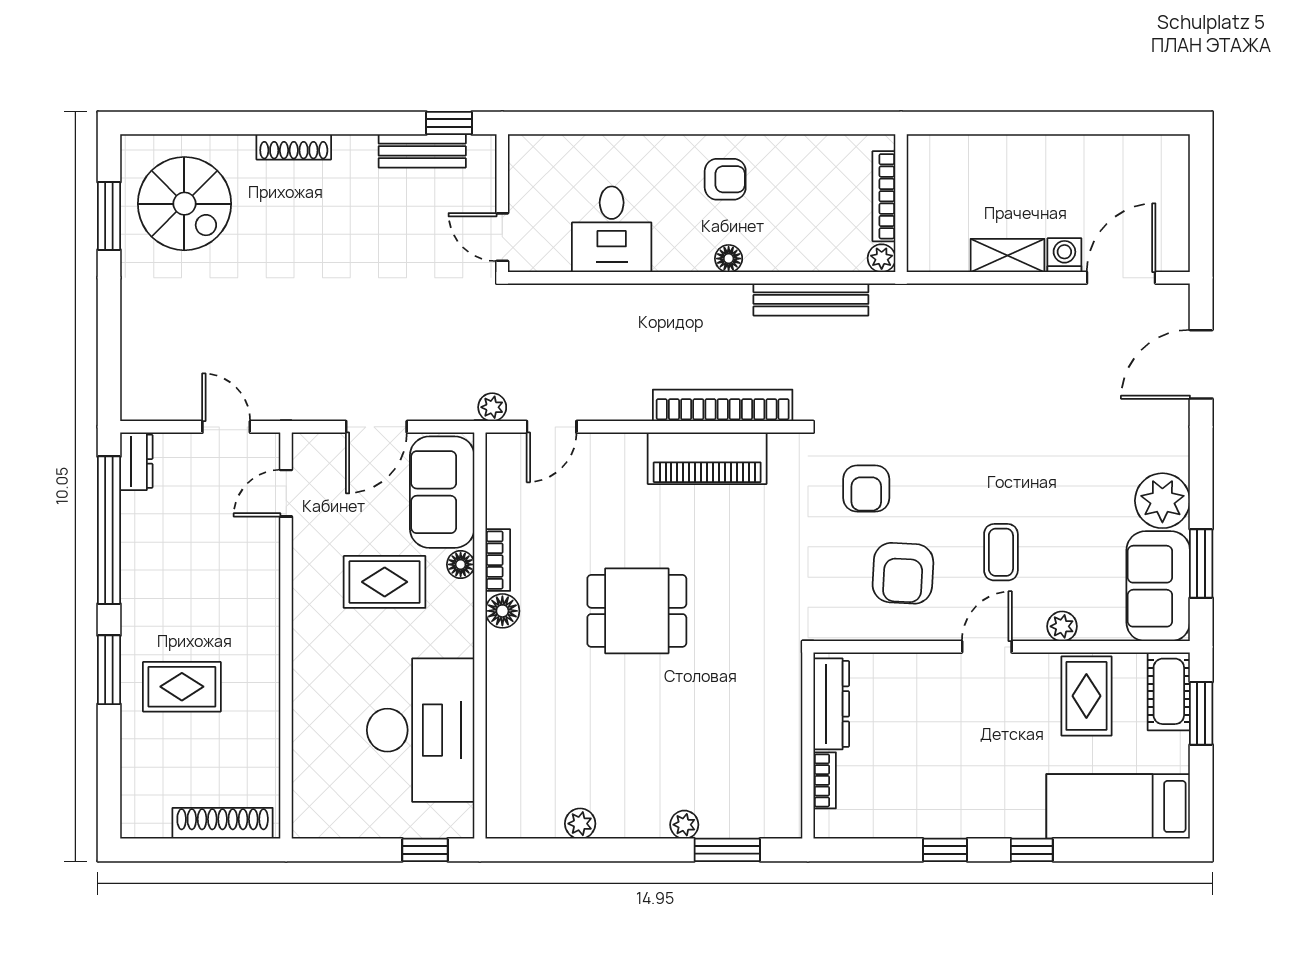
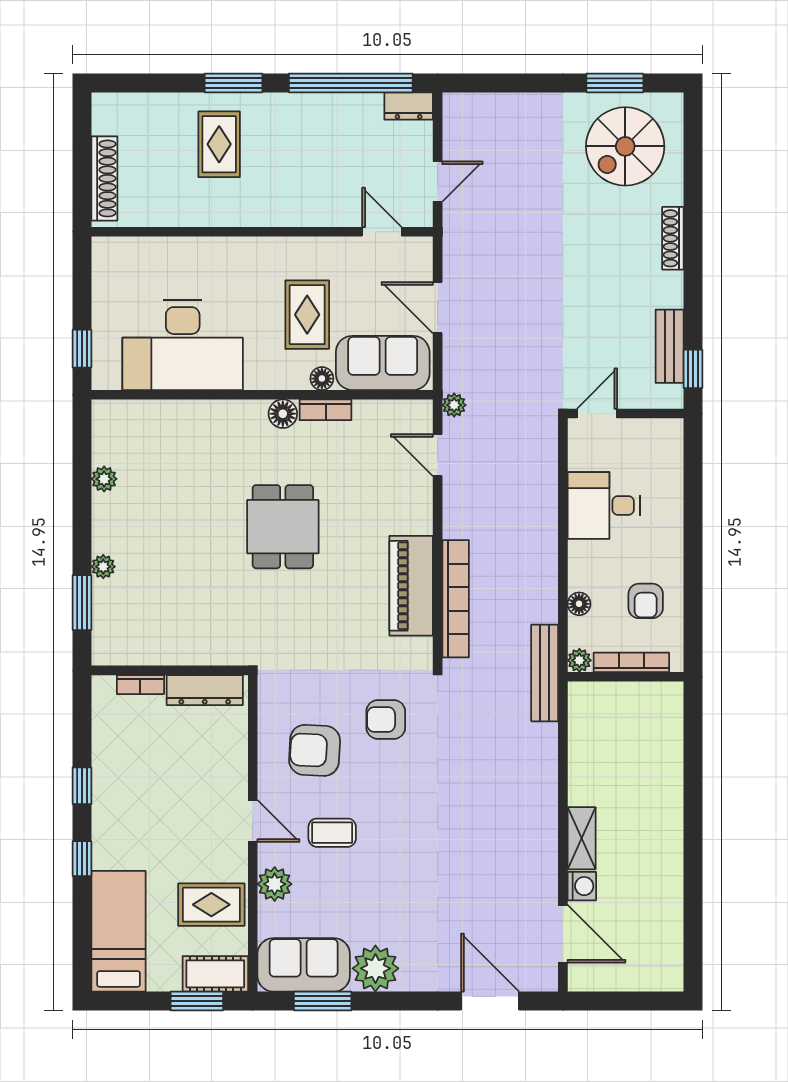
bookcase: (884, 196) -> (631, 662), moved
wall: (901, 203) -> (626, 677), moved
plant: (882, 258) -> (579, 660), moved
plant: (1062, 626) -> (275, 884), width x1.38, depth x1.38

